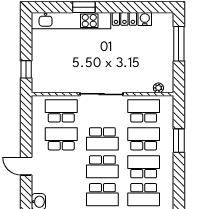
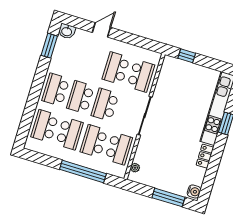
water cooler: (145, 19) -> (194, 192), moved
school desk: (61, 139) -> (116, 68), turned 180
school desk: (144, 139) -> (94, 141), turned 180
window: (179, 141) -> (83, 172), width x2.11

